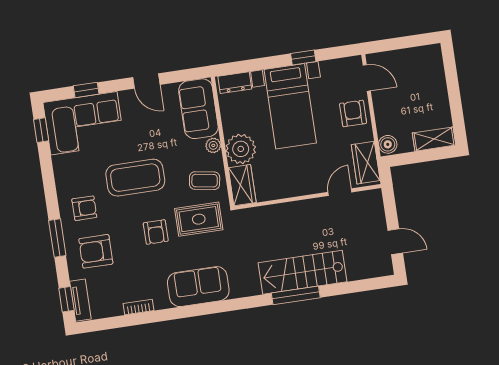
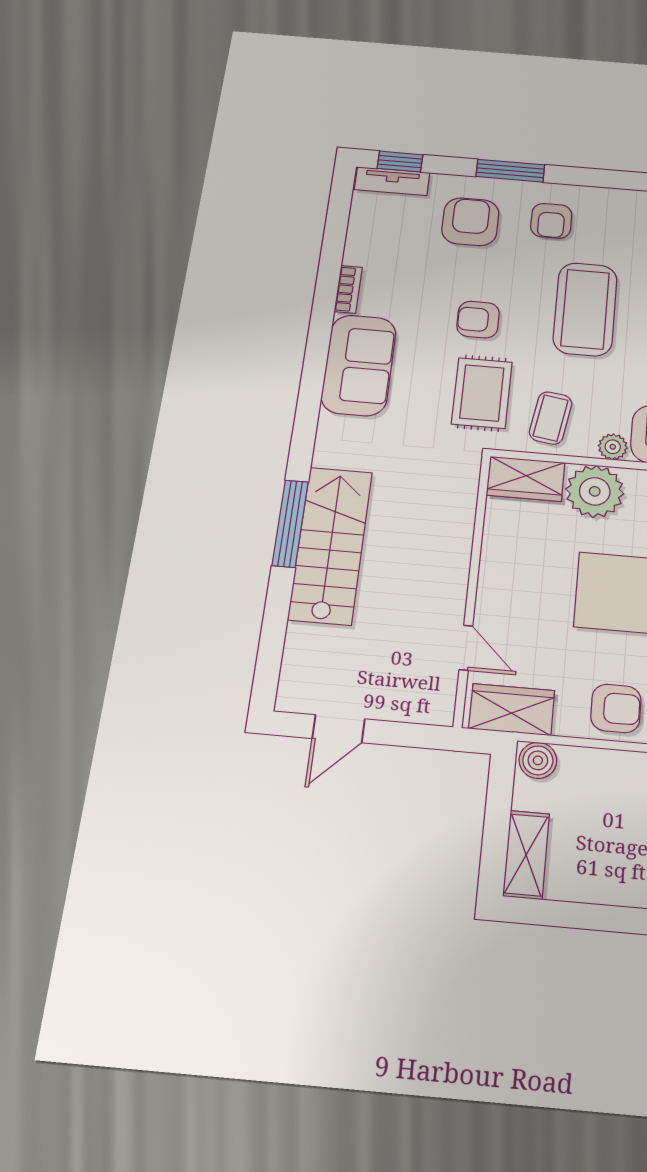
bookcase: (138, 307) -> (348, 289), moved

